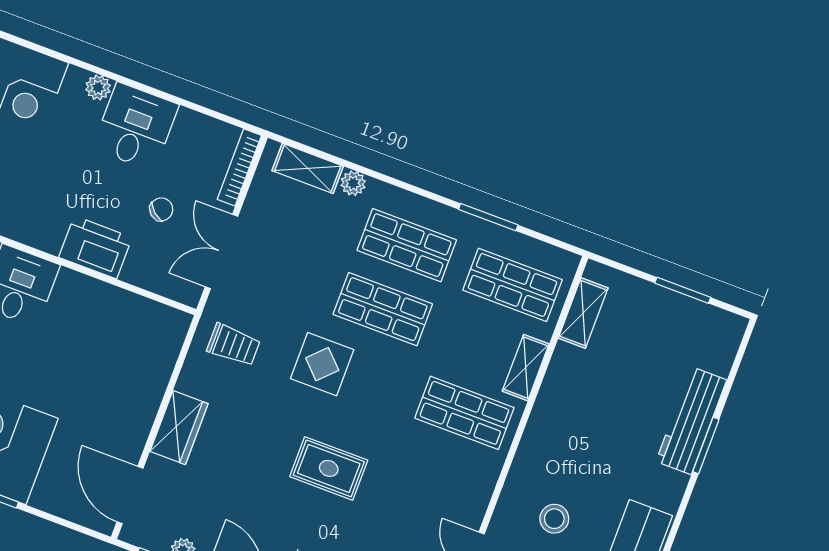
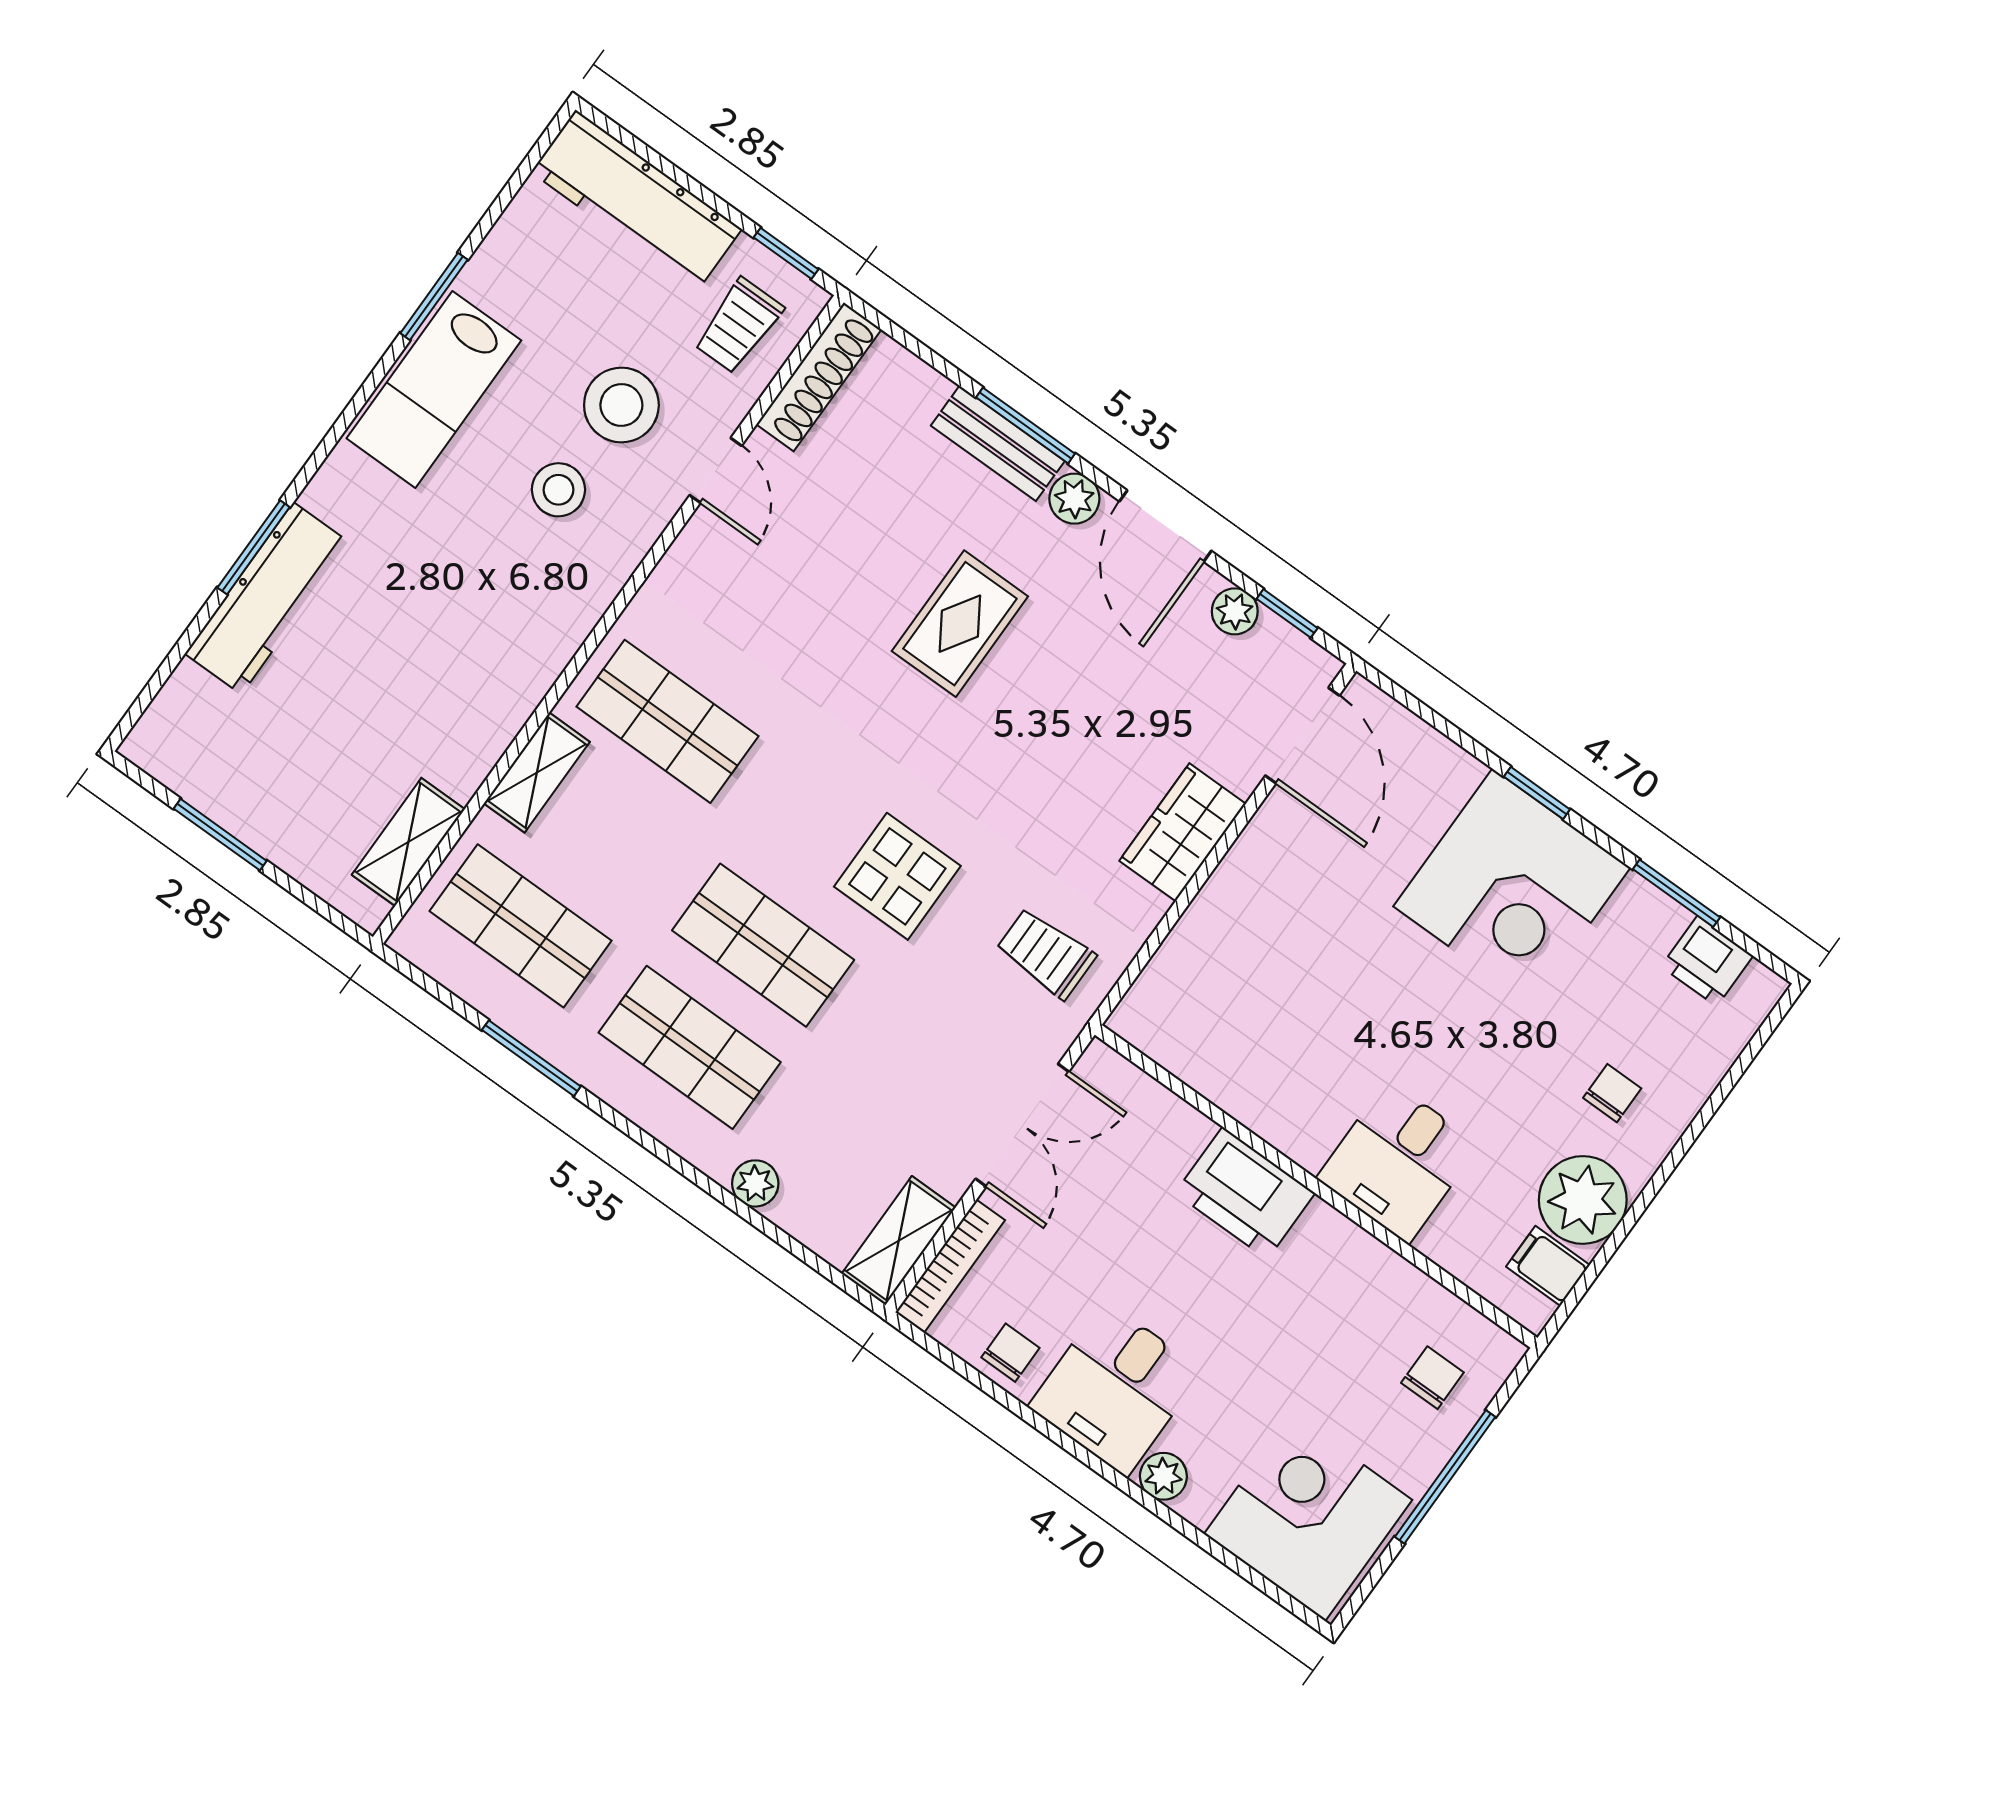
shelving: (308, 168) -> (899, 1241), moved, turned 90
chair: (161, 209) -> (1010, 1353), moved, turned 139
rug: (329, 468) -> (960, 624), moved, turned 90

